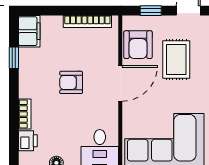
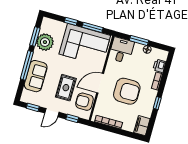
armchair: (138, 45) -> (84, 102), turned -90
window: (14, 58) -> (157, 103), moved
armchair: (71, 82) -> (127, 91), width x1.88, depth x1.88

